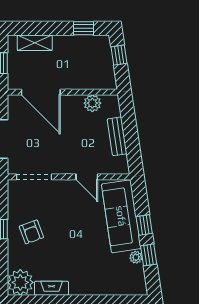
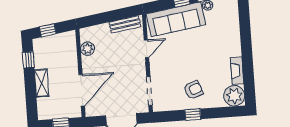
shelving: (35, 43) -> (42, 83), moved
bench: (117, 136) -> (125, 24), moved

